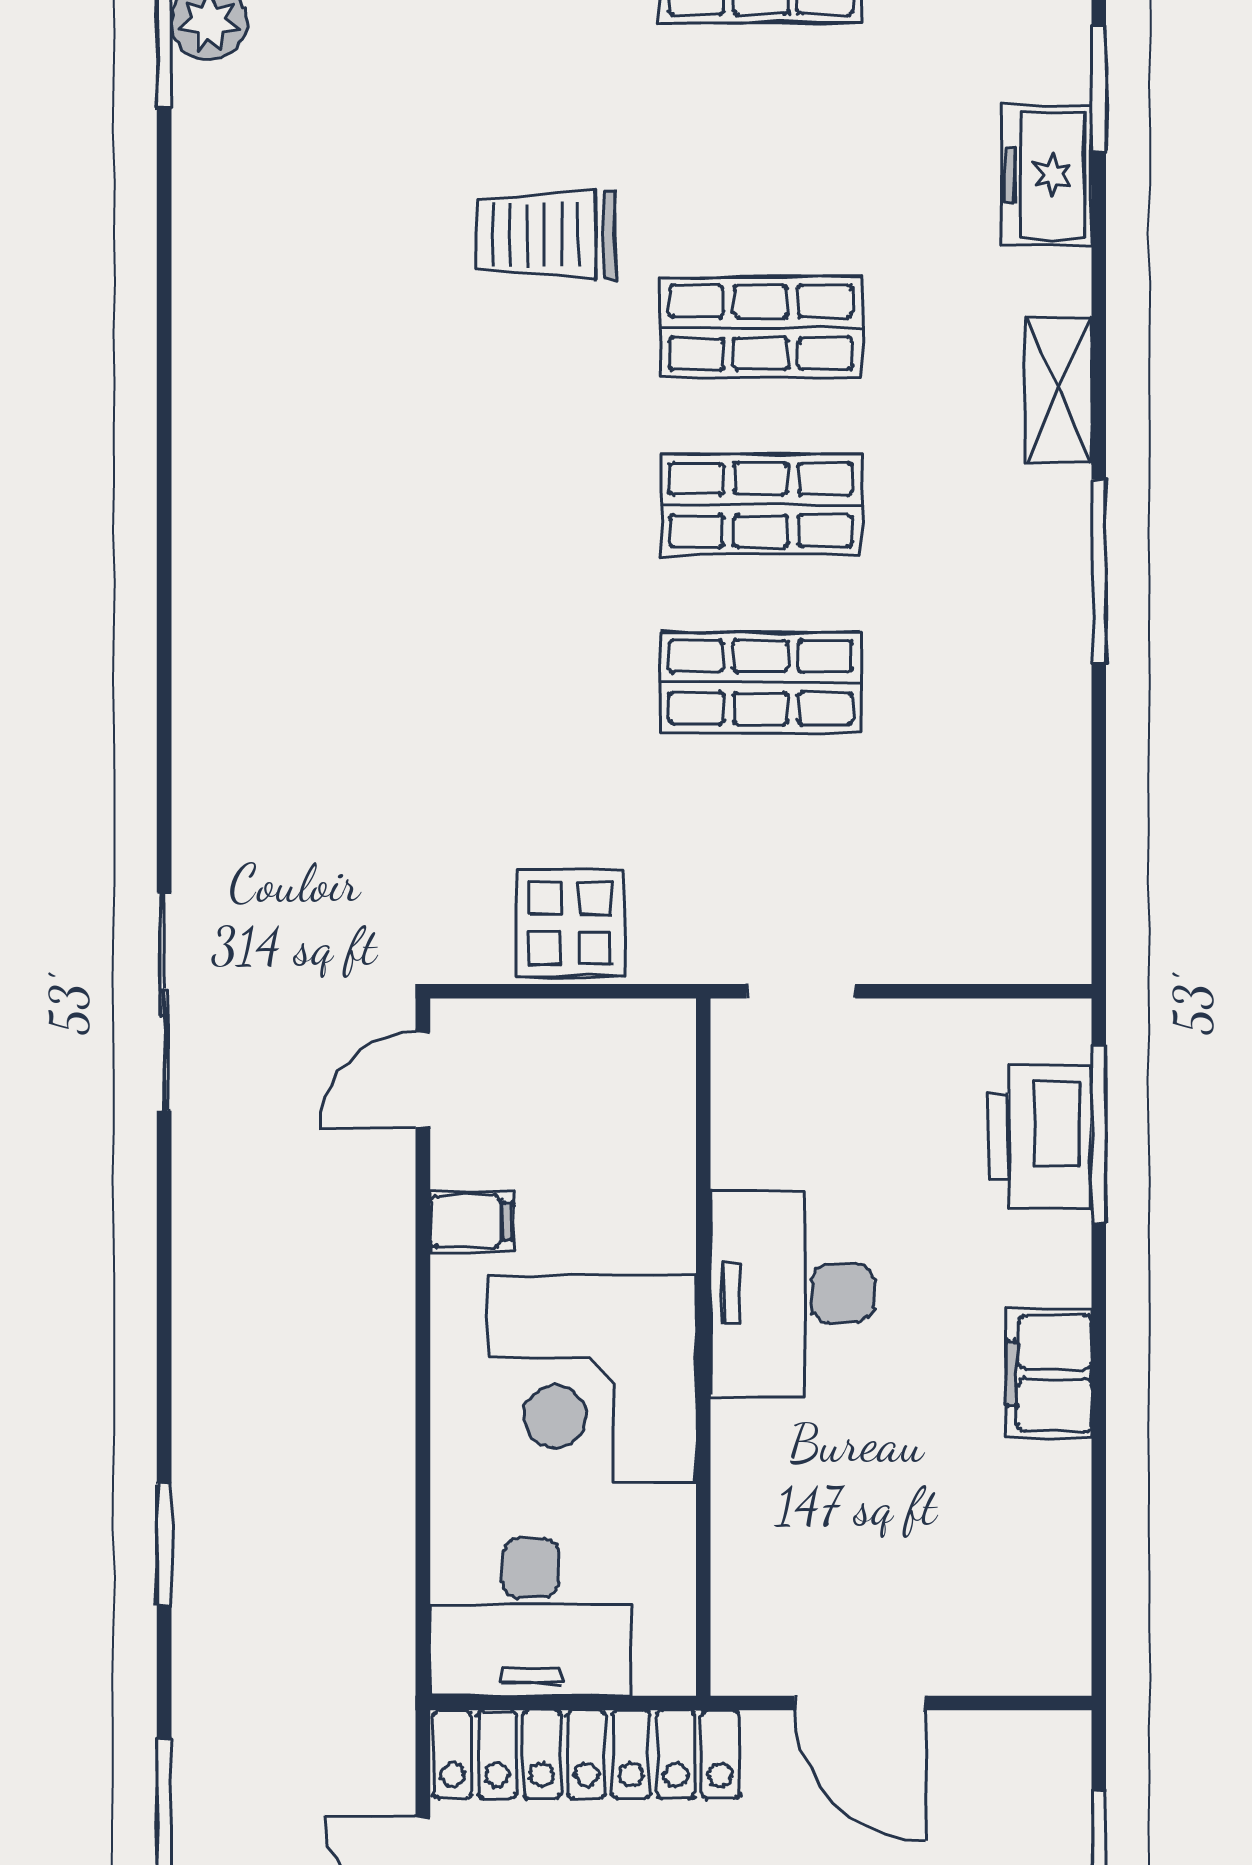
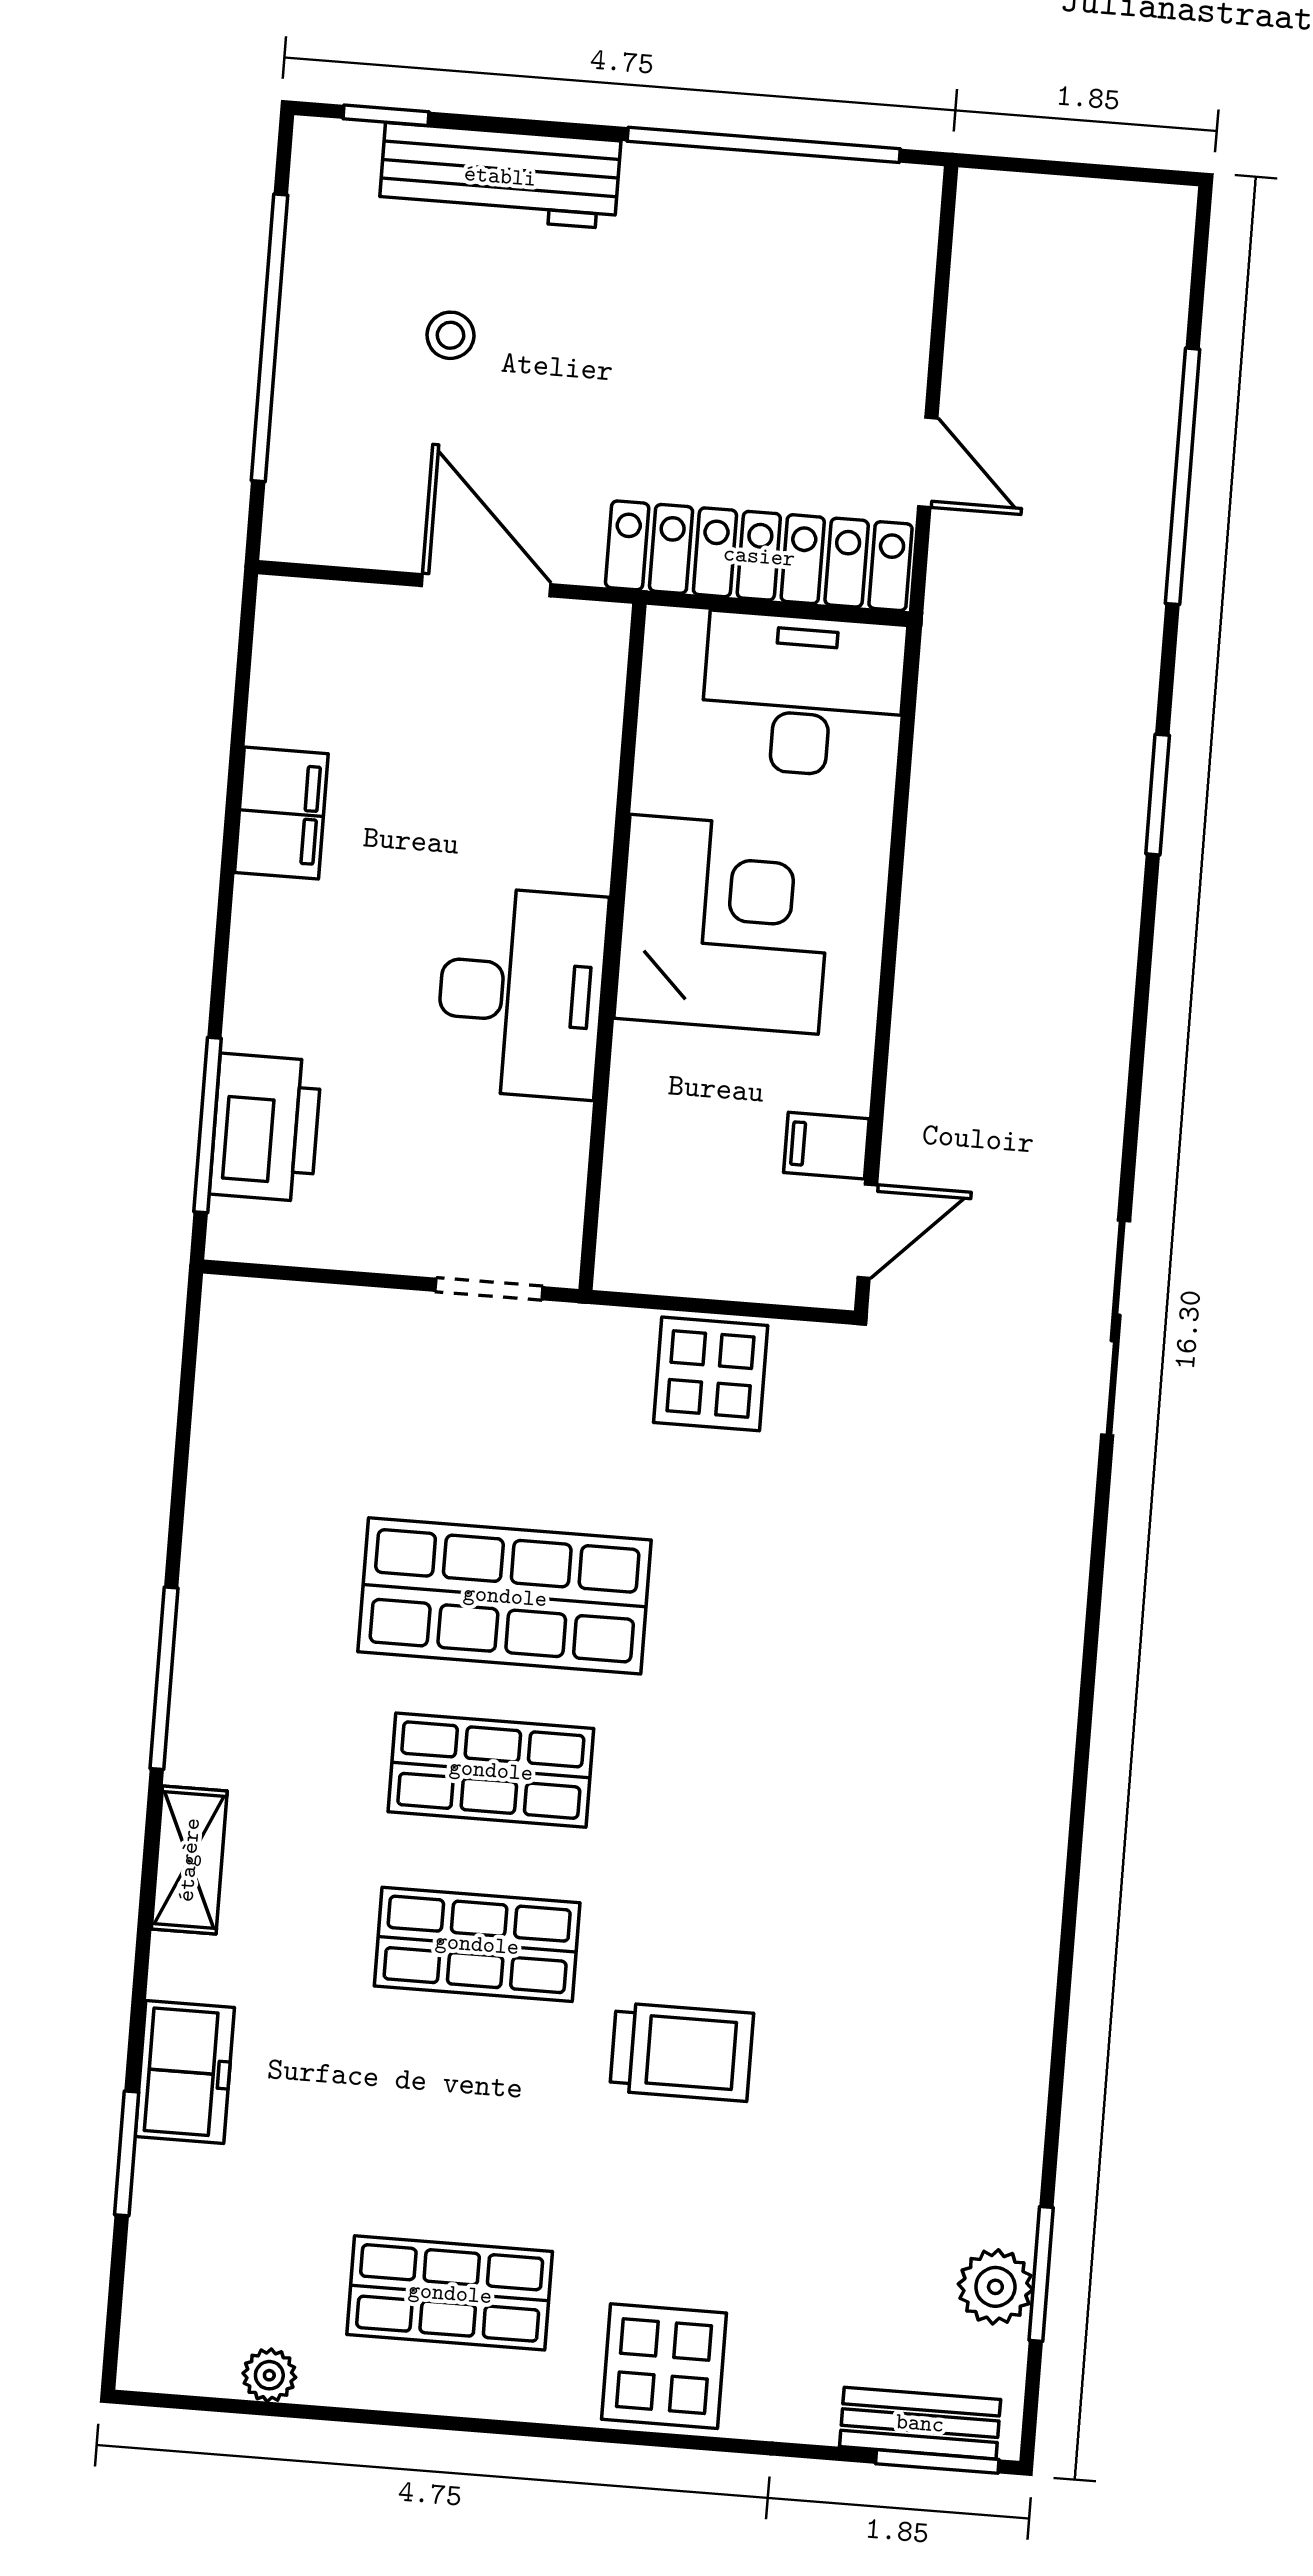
shop shelf: (761, 682) -> (505, 1596), width x1.43, depth x1.36
filing cabinet: (471, 1221) -> (826, 1146), moved
filing cabinet: (1049, 1374) -> (281, 813), moved

